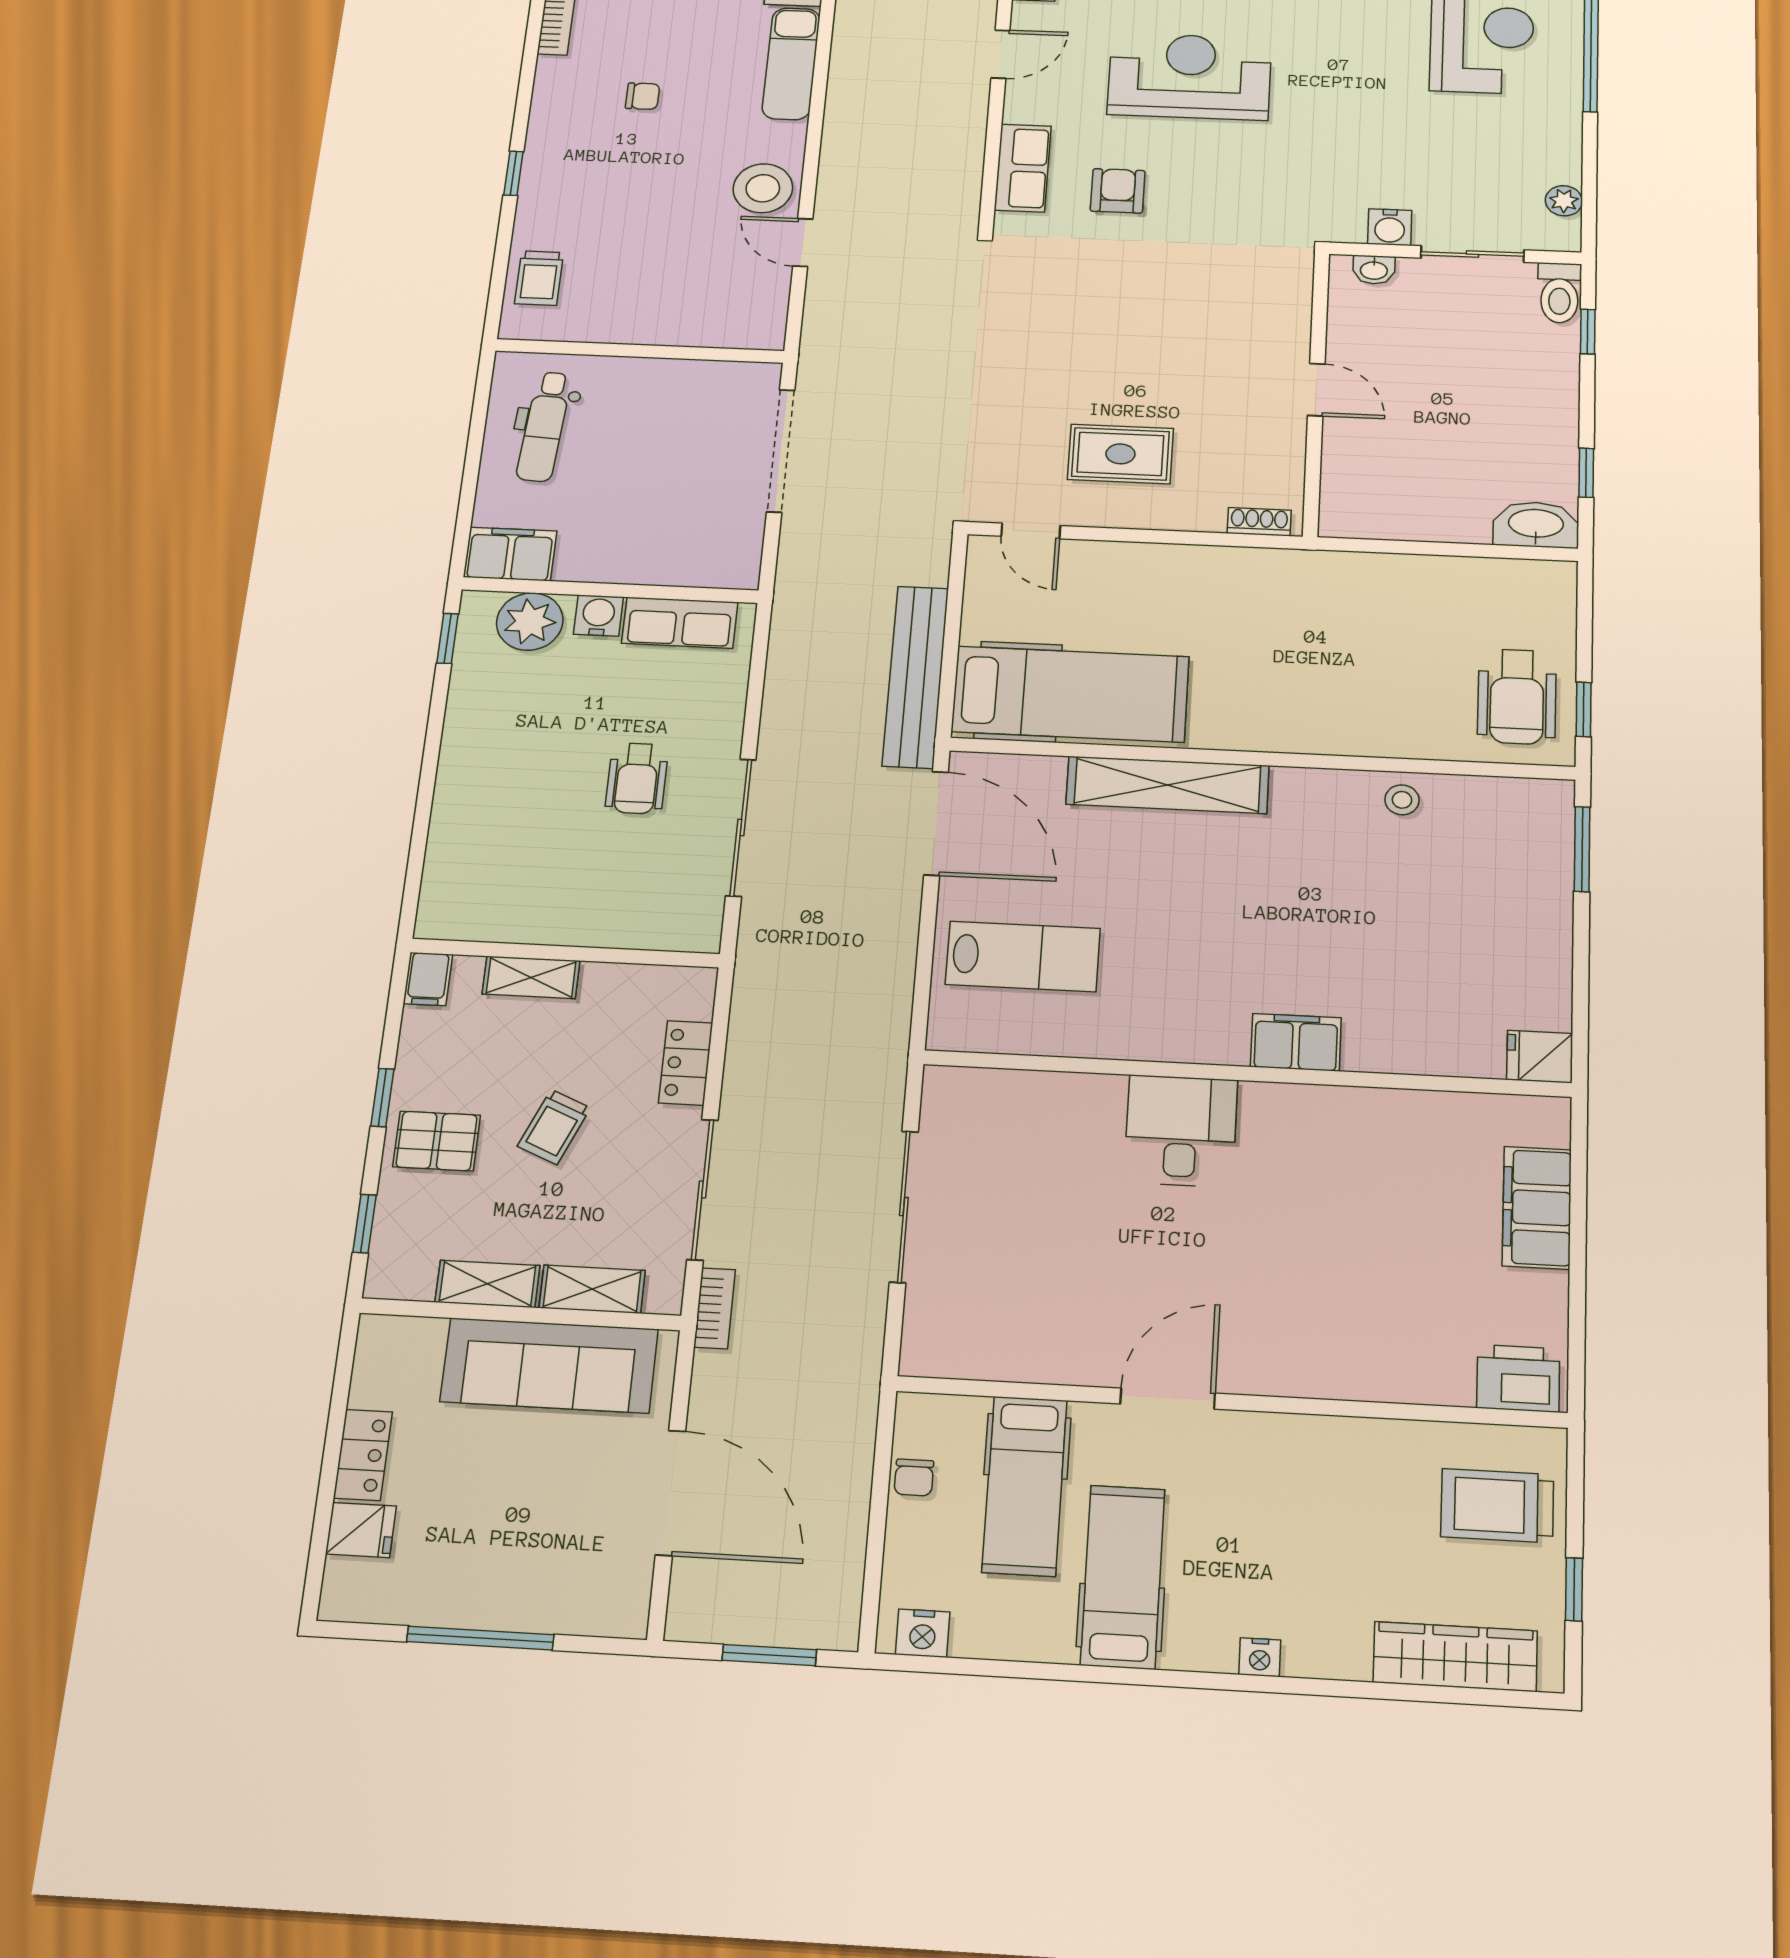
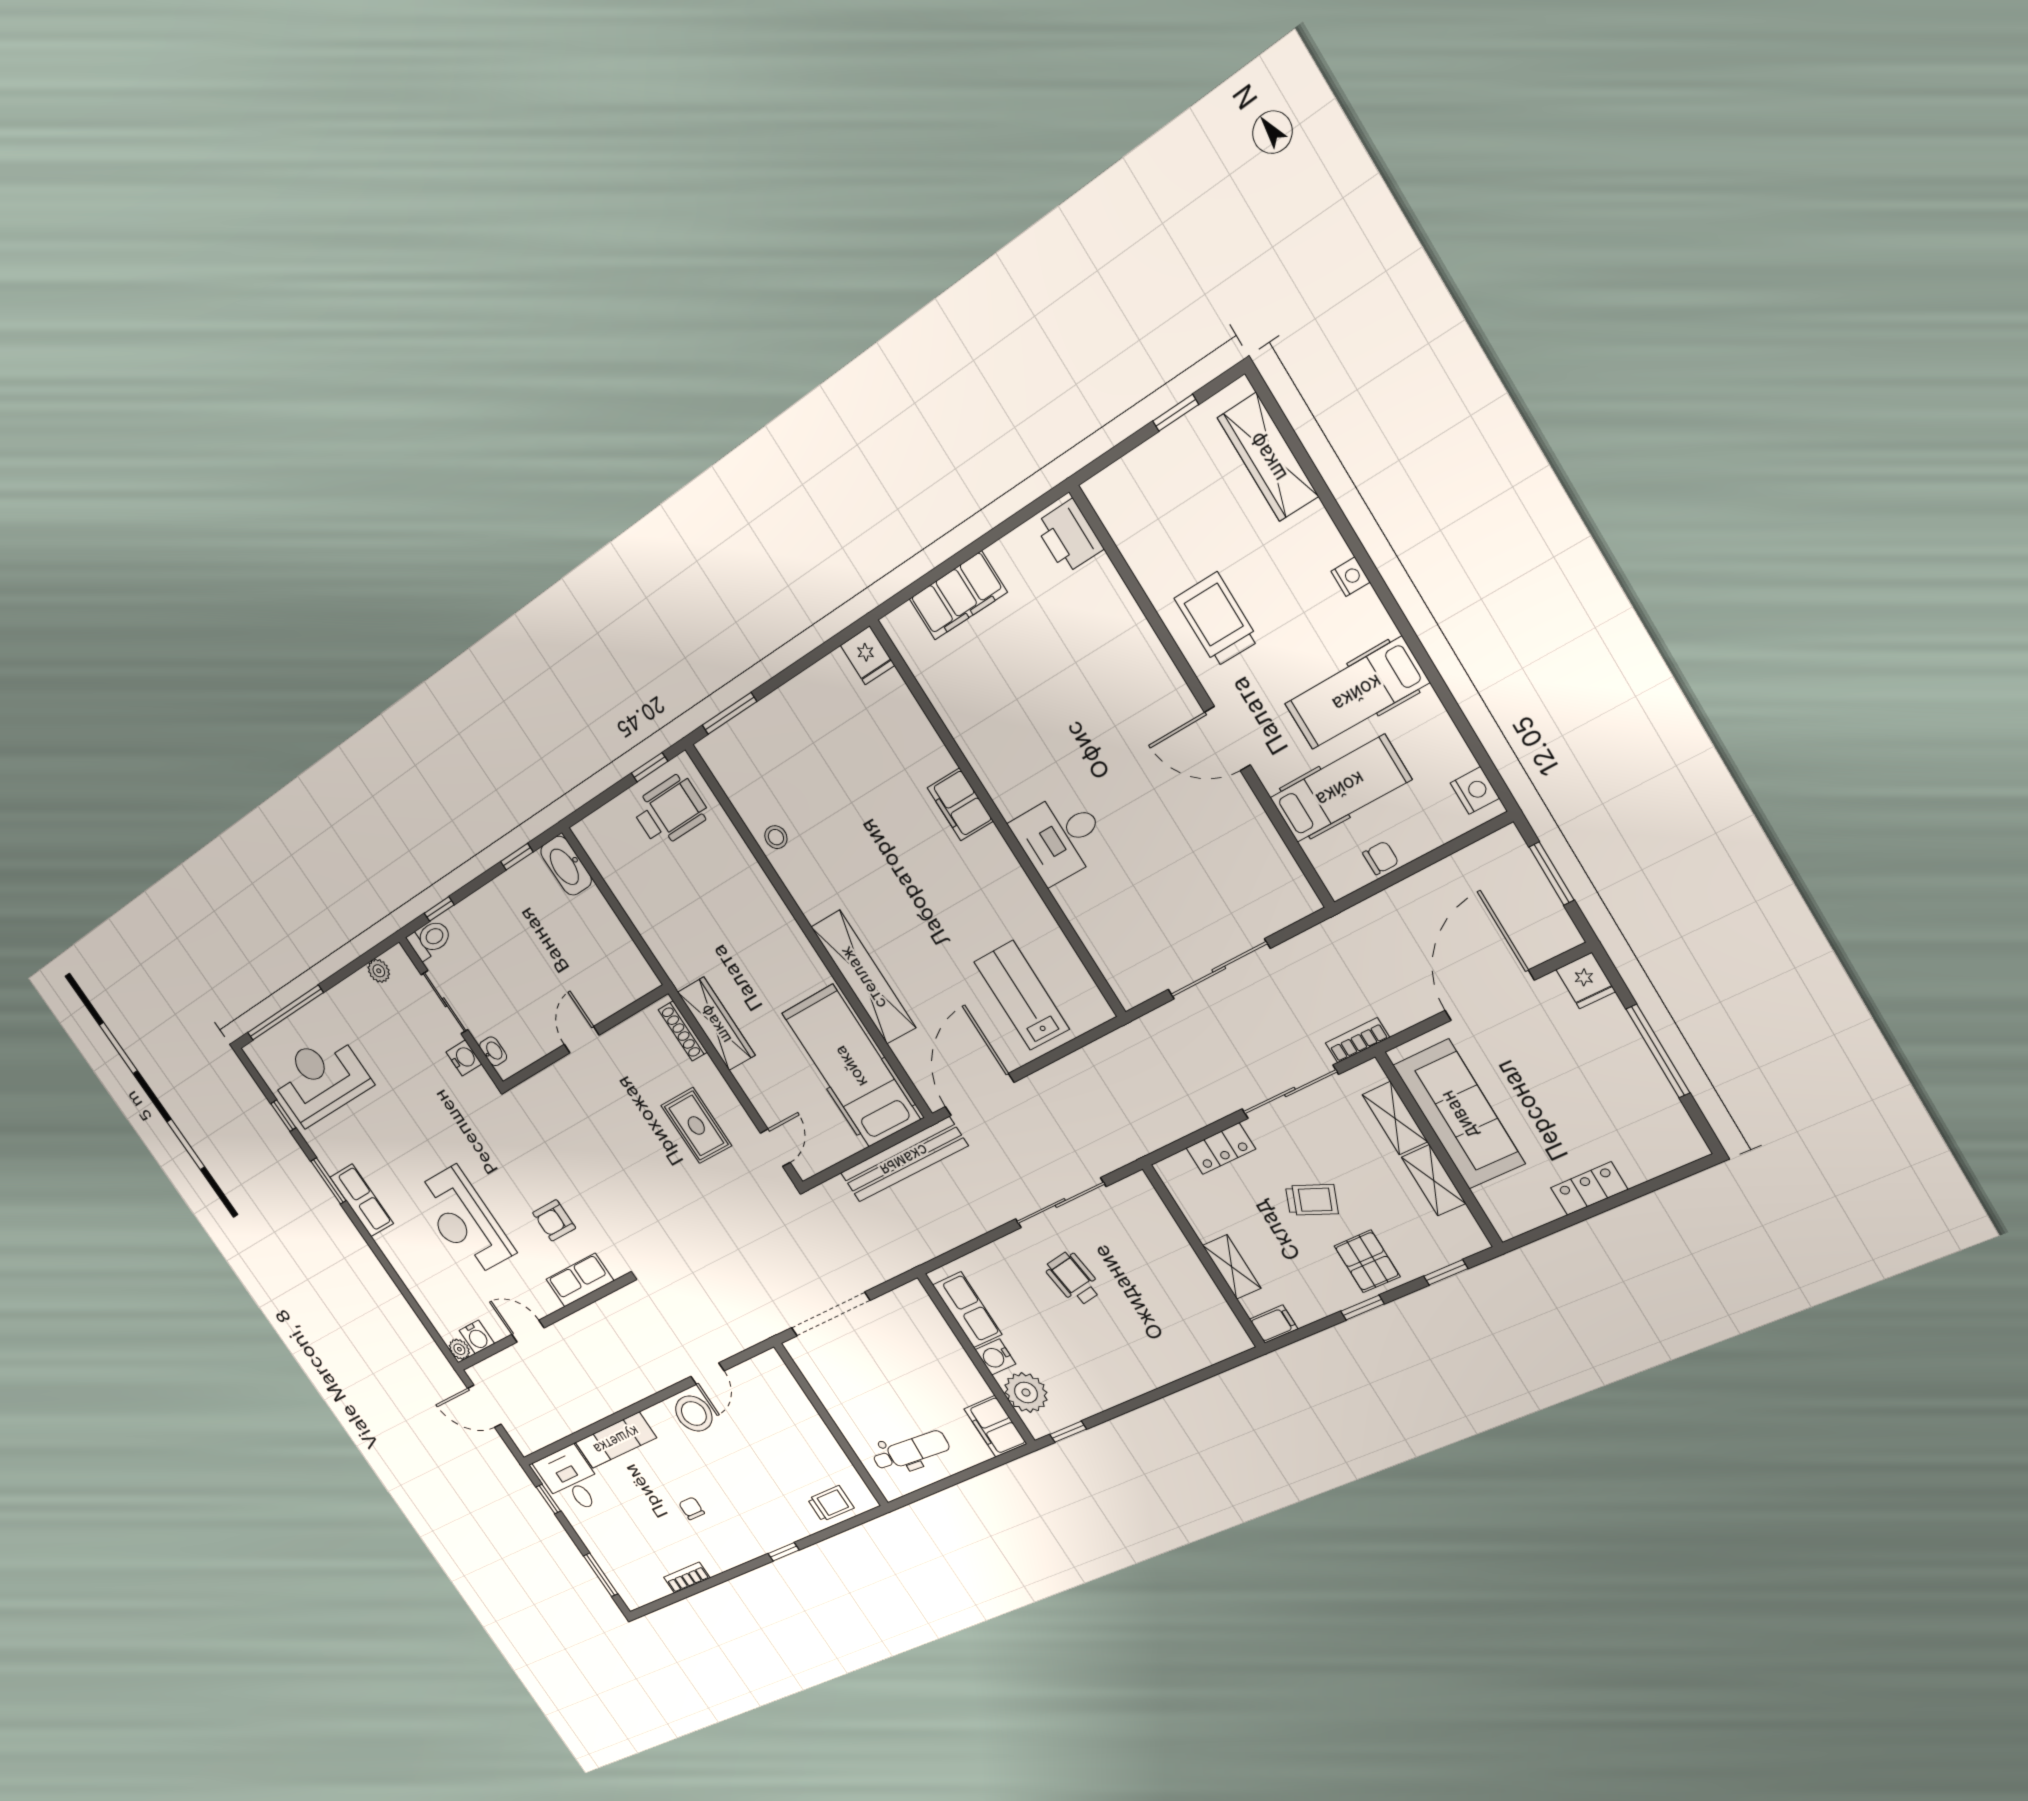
shoe rack: (1259, 522) -> (683, 1031), width x1.43
wardrobe: (1228, 568) -> (716, 1024), added
wheelchair: (637, 778) -> (1073, 1279), turned -98
trolley: (1497, 1506) -> (1217, 620), moved, turned 180
fridge: (361, 1530) -> (1586, 981), moved, turned 180

